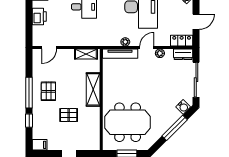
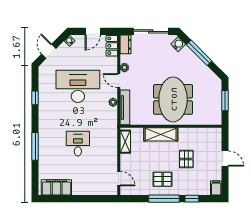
printer: (39, 16) -> (88, 188), removed
door: (196, 22) -> (93, 31), swing flipped
meeting table: (128, 122) -> (173, 99), moved

